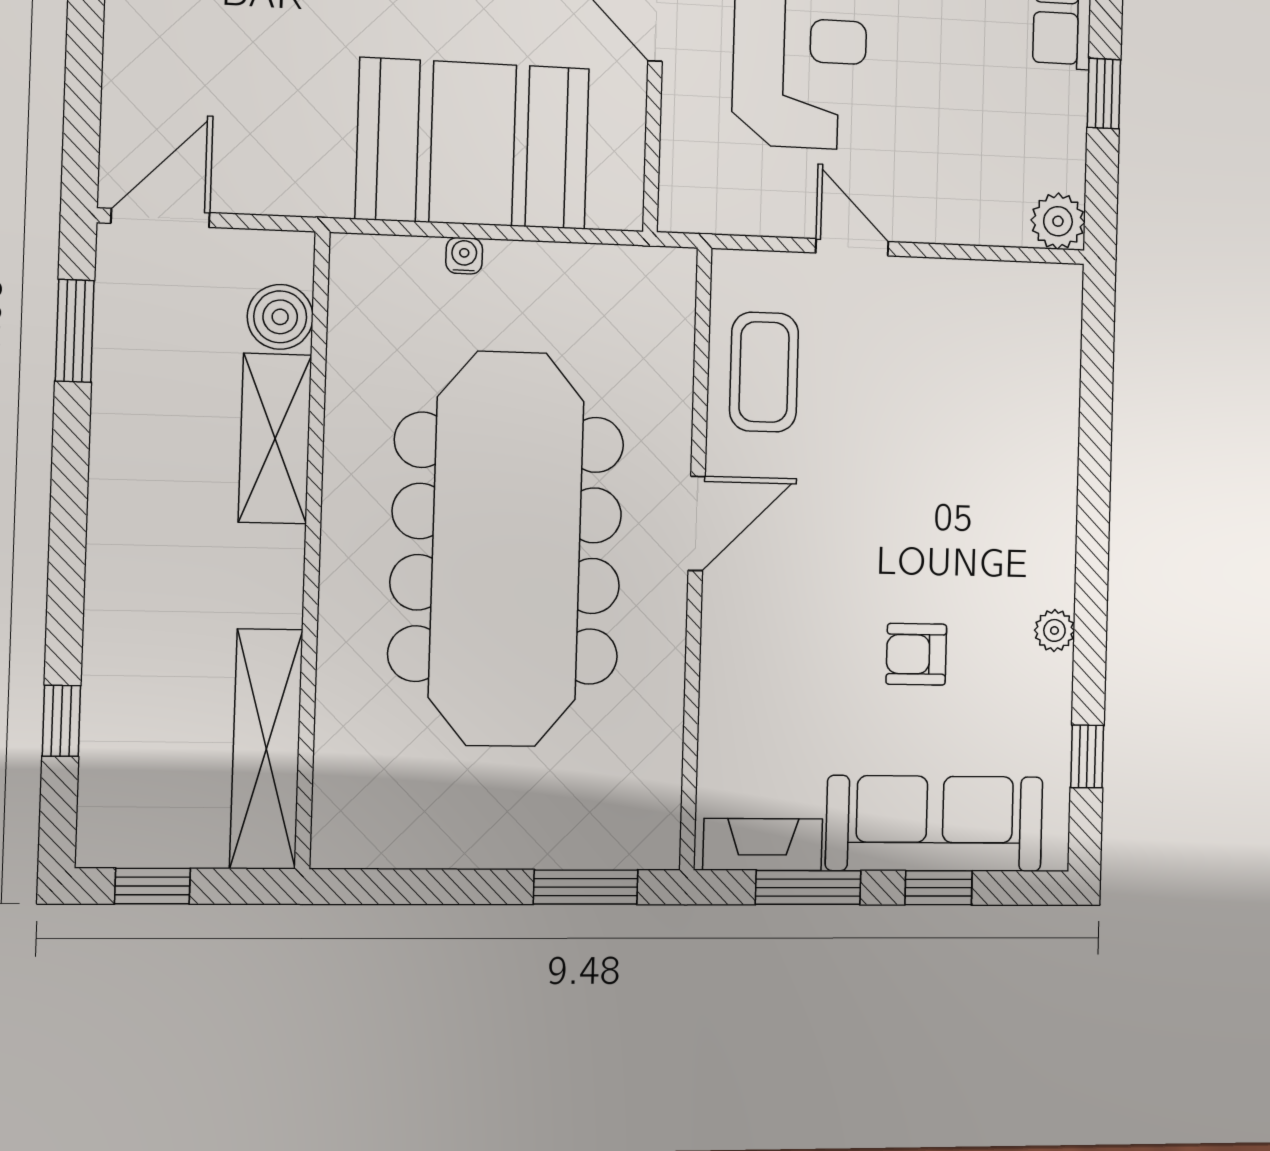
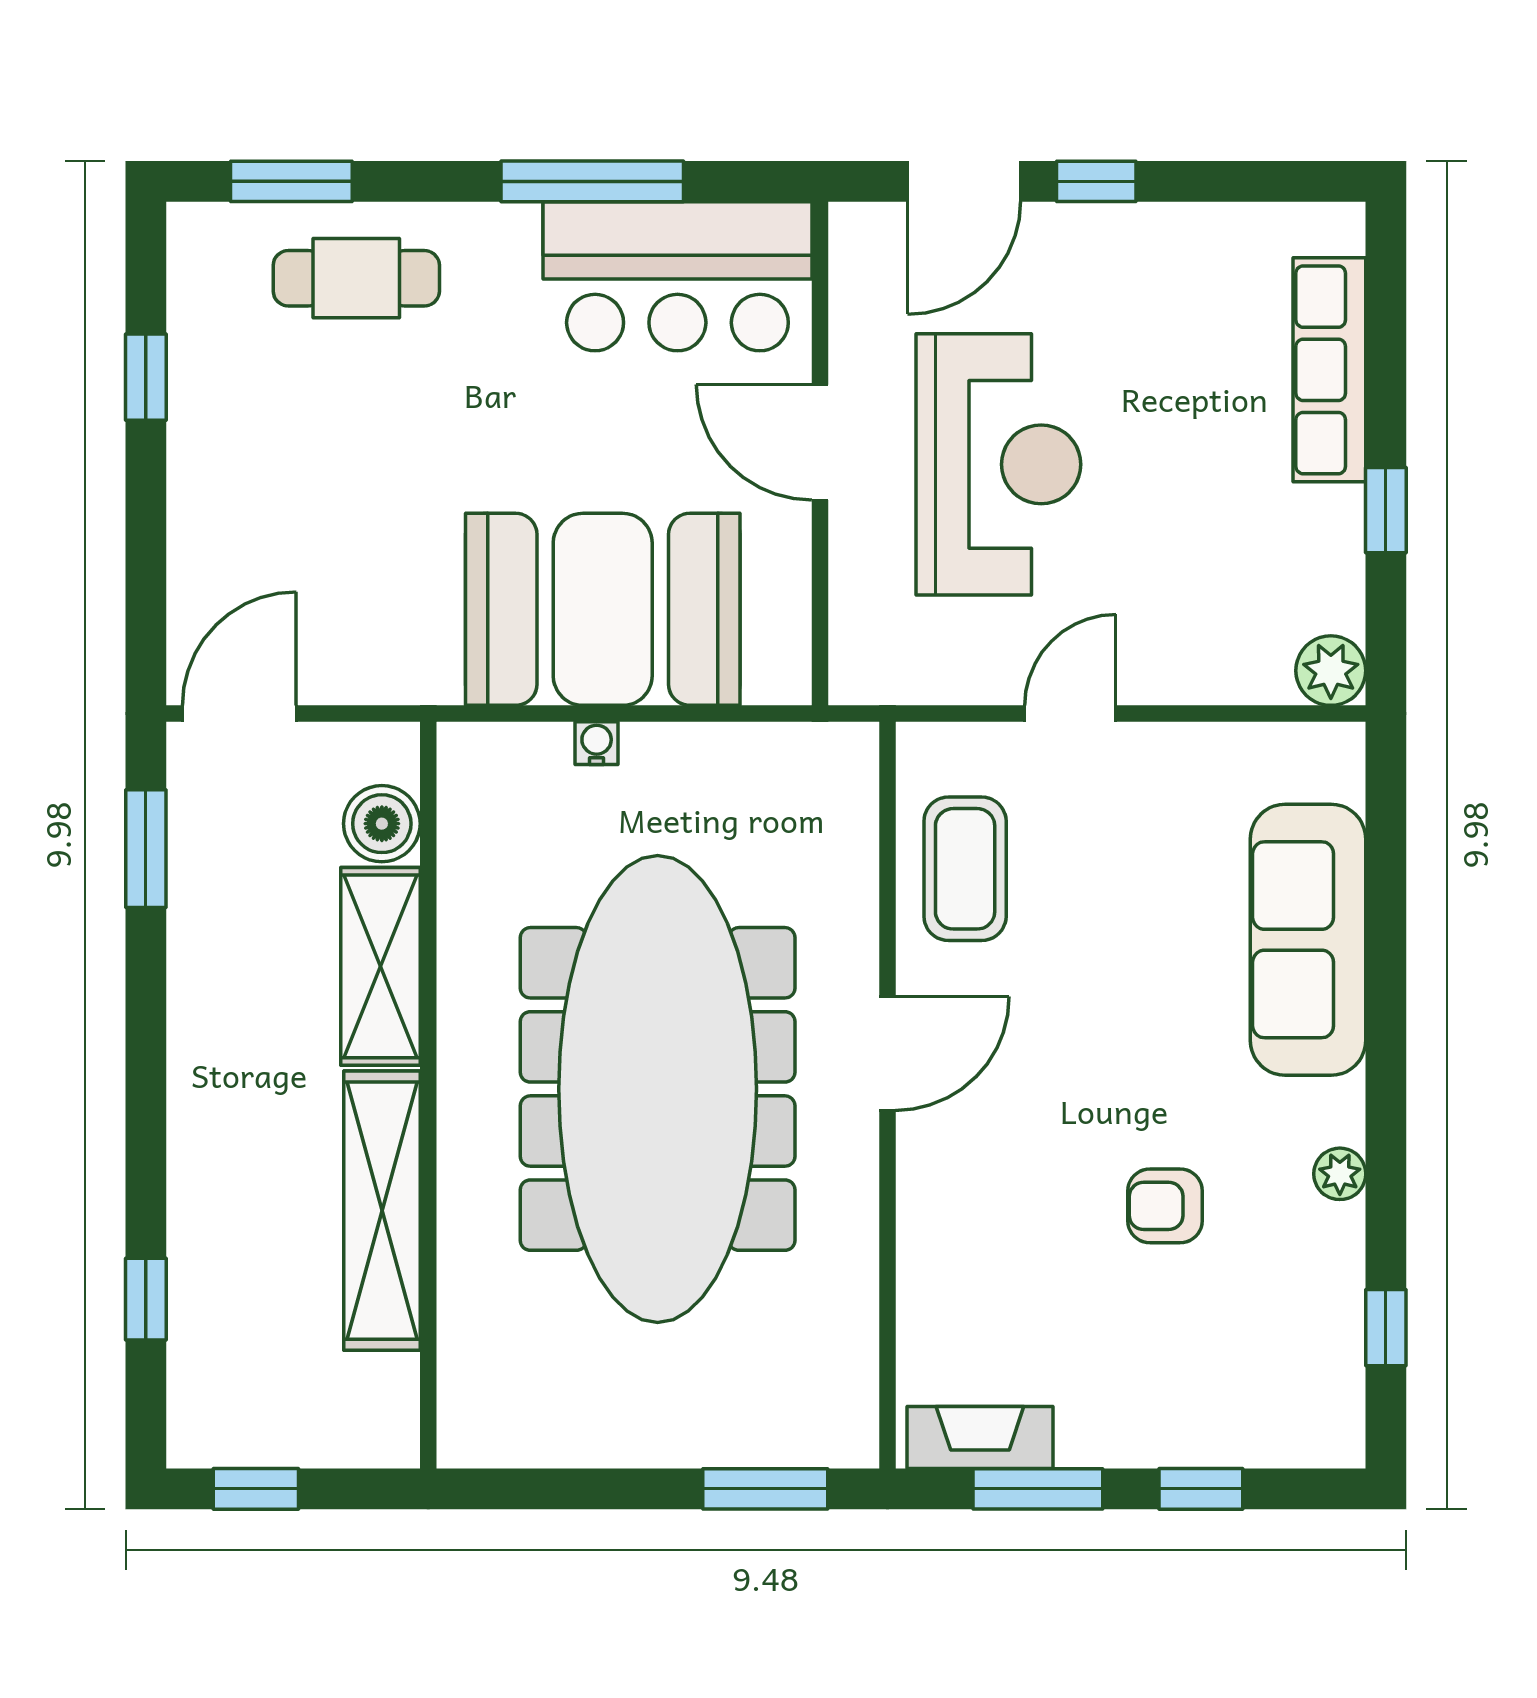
door: (852, 247) -> (1070, 714), hinge flipped
shelving: (266, 749) -> (382, 1211), moved
sofa: (935, 824) -> (1308, 940), moved, turned -90

